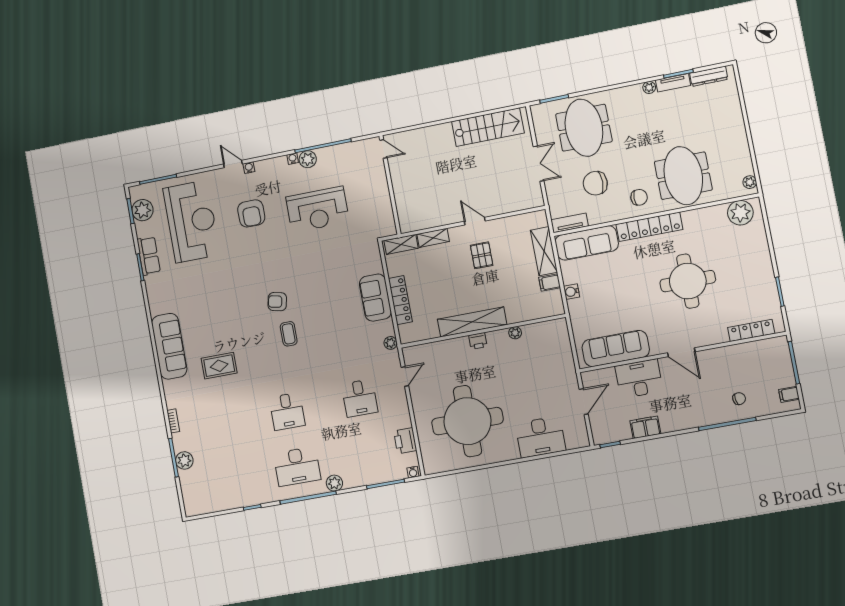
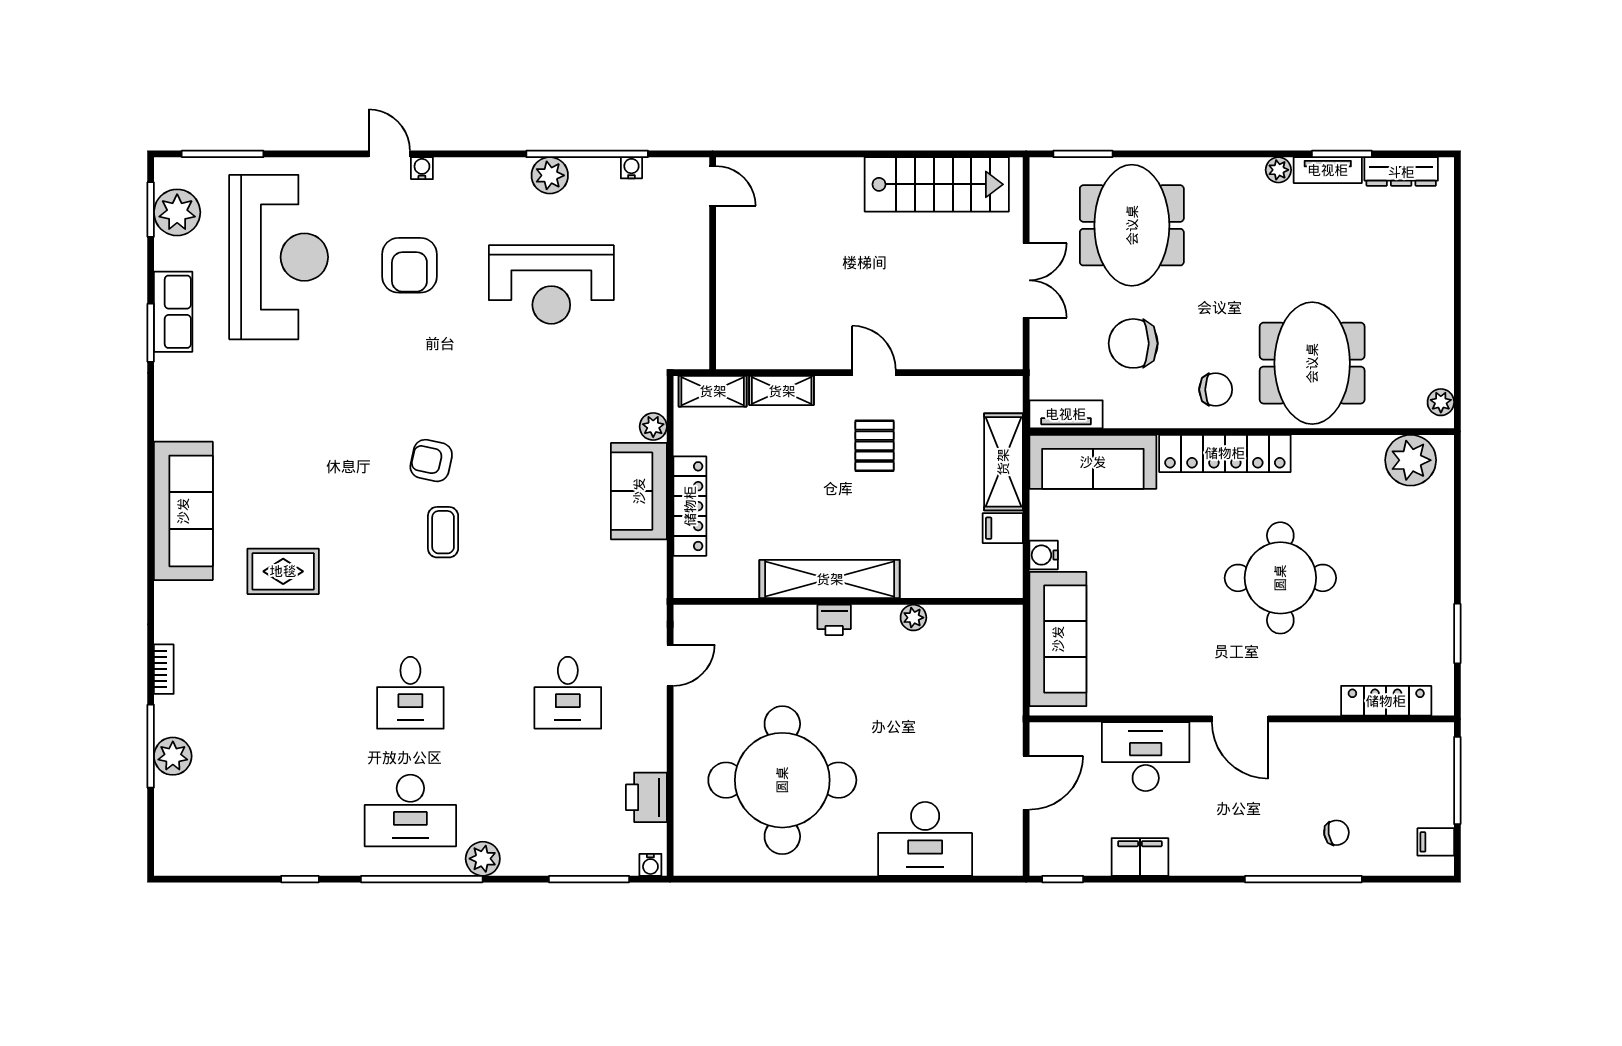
water cooler: (293, 159) -> (631, 168), moved
plant: (391, 343) -> (653, 427), moved
sofa: (616, 349) -> (1058, 639), moved, turned 90

